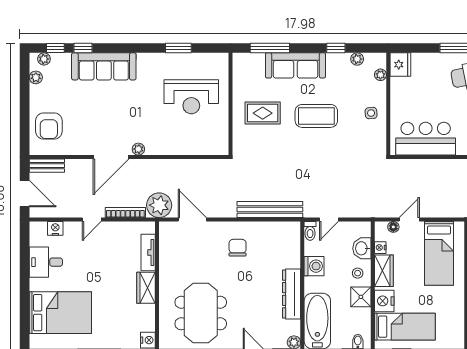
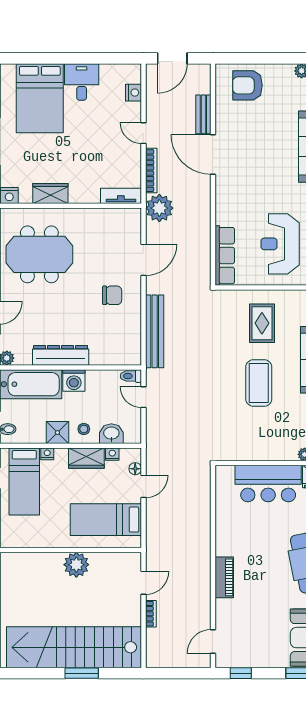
side table: (371, 113) -> (262, 444), removed
bar counter: (426, 139) -> (268, 484), moved, turned 90
row of seats: (202, 146) -> (225, 256), added
plant: (138, 149) -> (222, 185), removed
bench: (47, 166) -> (203, 114), moved
door: (192, 220) -> (143, 260), moved
door: (409, 220) -> (143, 486), hinge flipped
tv unit: (148, 253) -> (121, 196), moved
desk: (46, 262) -> (82, 82), moved
washing machine: (314, 266) -> (74, 380), moved
wardrobe: (146, 288) -> (50, 194), moved
nightstand: (384, 301) -> (47, 454), width x0.53, depth x0.56

